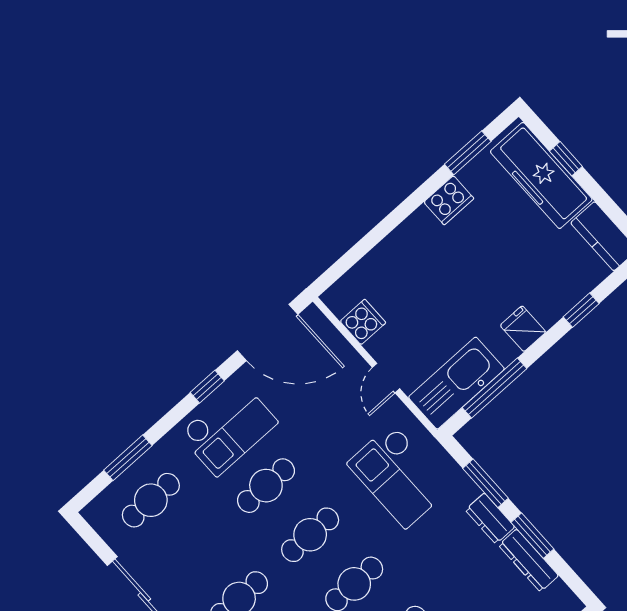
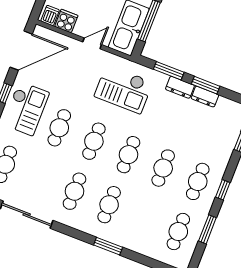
dishwasher: (342, 300) -> (50, 16), added
door: (386, 378) -> (92, 43), swing flipped
dresser: (528, 560) -> (205, 97), width x0.70

